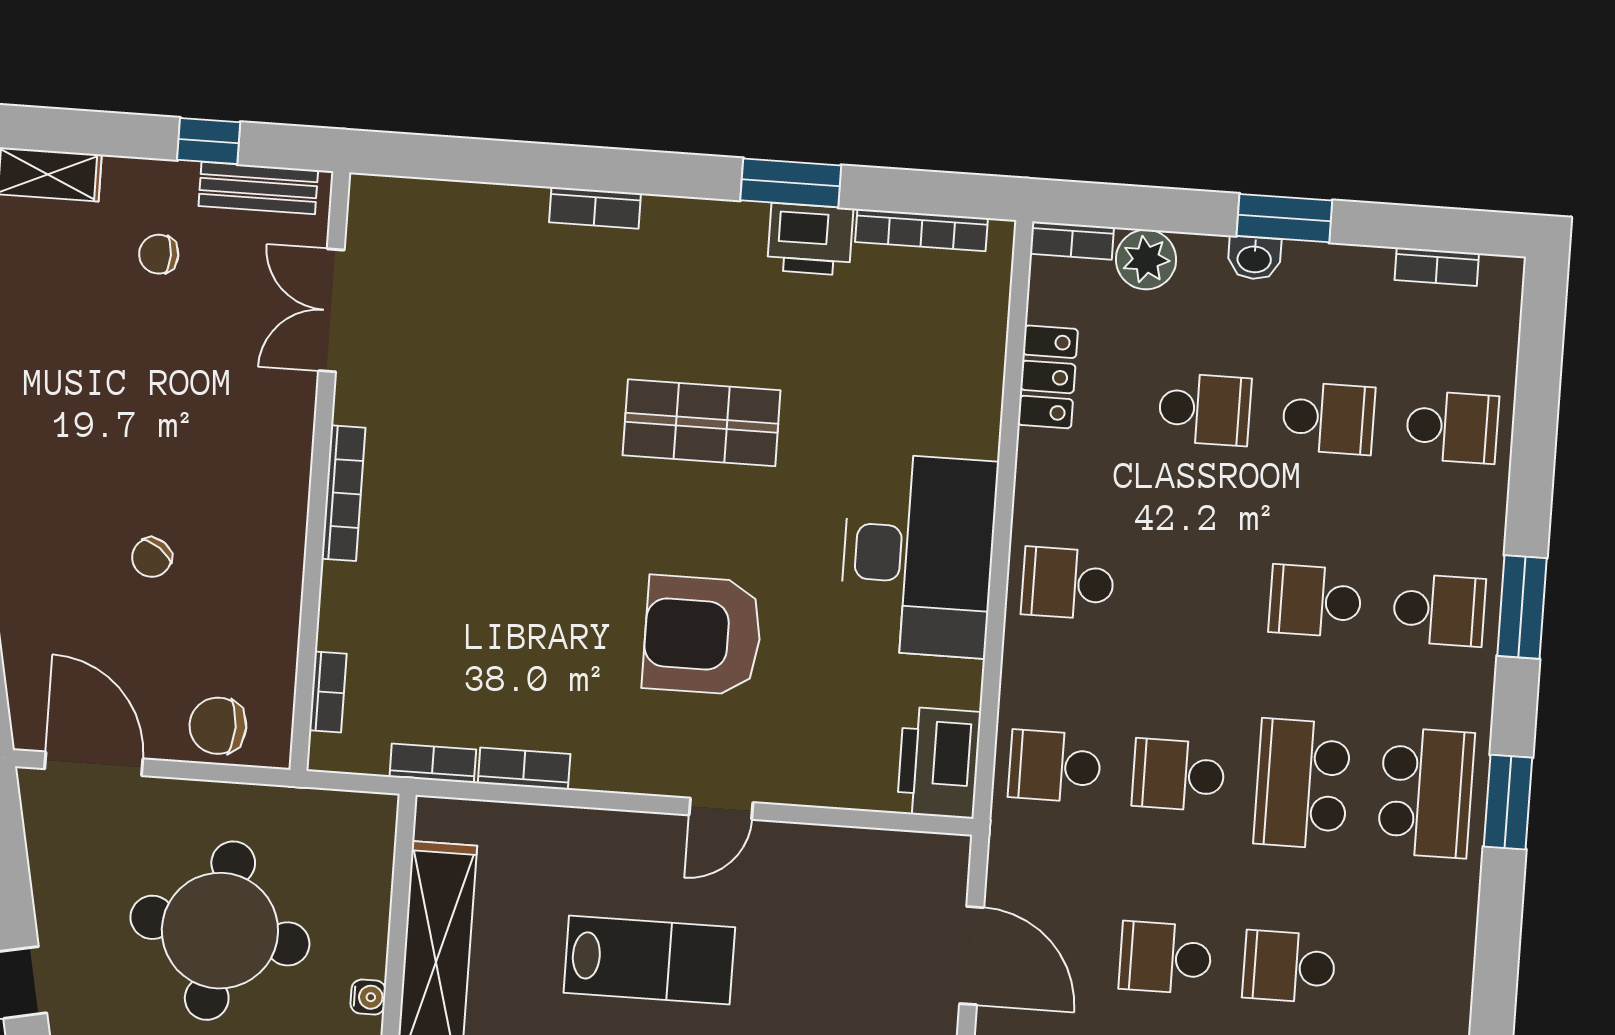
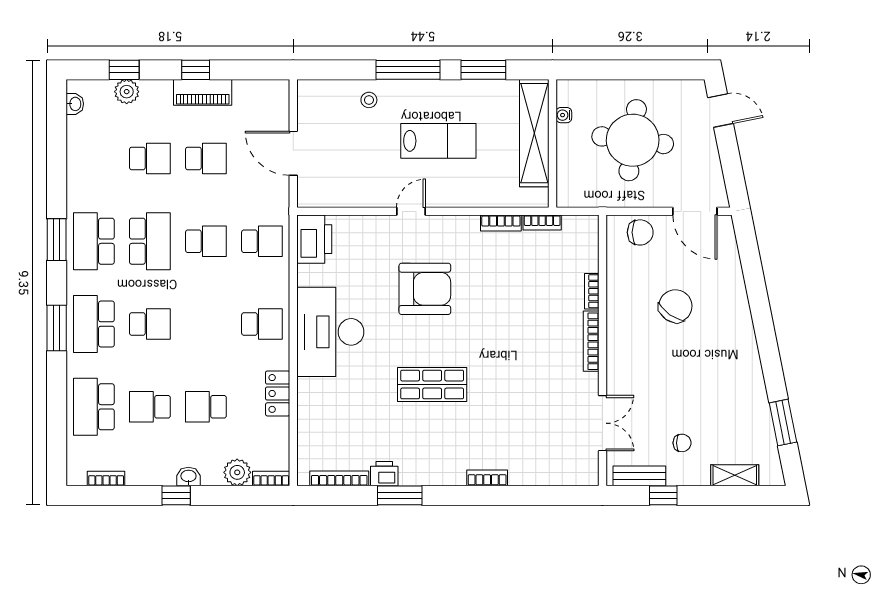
window: (1284, 218) -> (176, 495), width x0.67
printer: (810, 239) -> (384, 474), width x0.73, depth x0.81
locker: (1048, 377) -> (278, 393), moved
school desk: (1452, 427) -> (94, 407), width x1.85
chair: (152, 557) -> (675, 306), width x1.87, depth x1.87
school desk: (1439, 610) -> (94, 324), width x1.85
bookcase: (328, 692) -> (592, 291), moved
lab bench: (649, 960) -> (438, 141), turned 180

